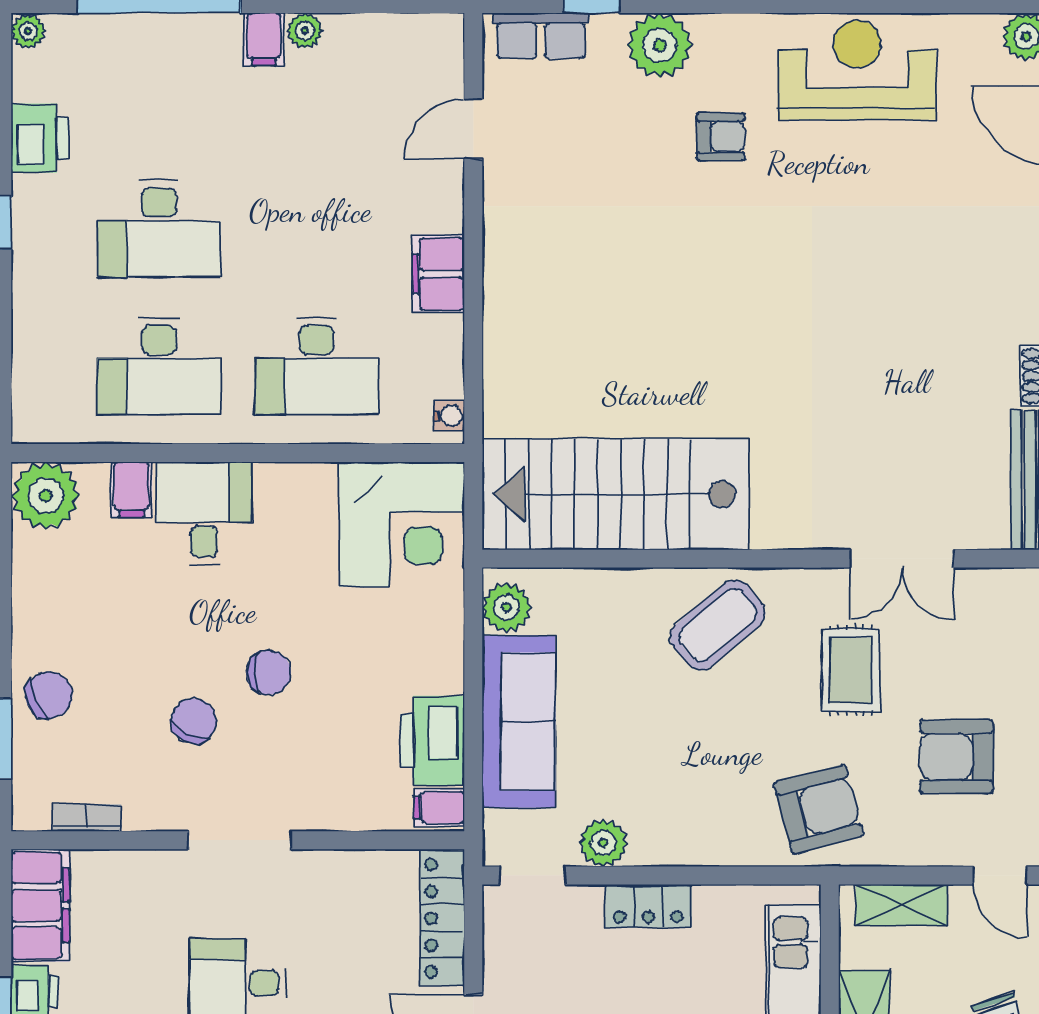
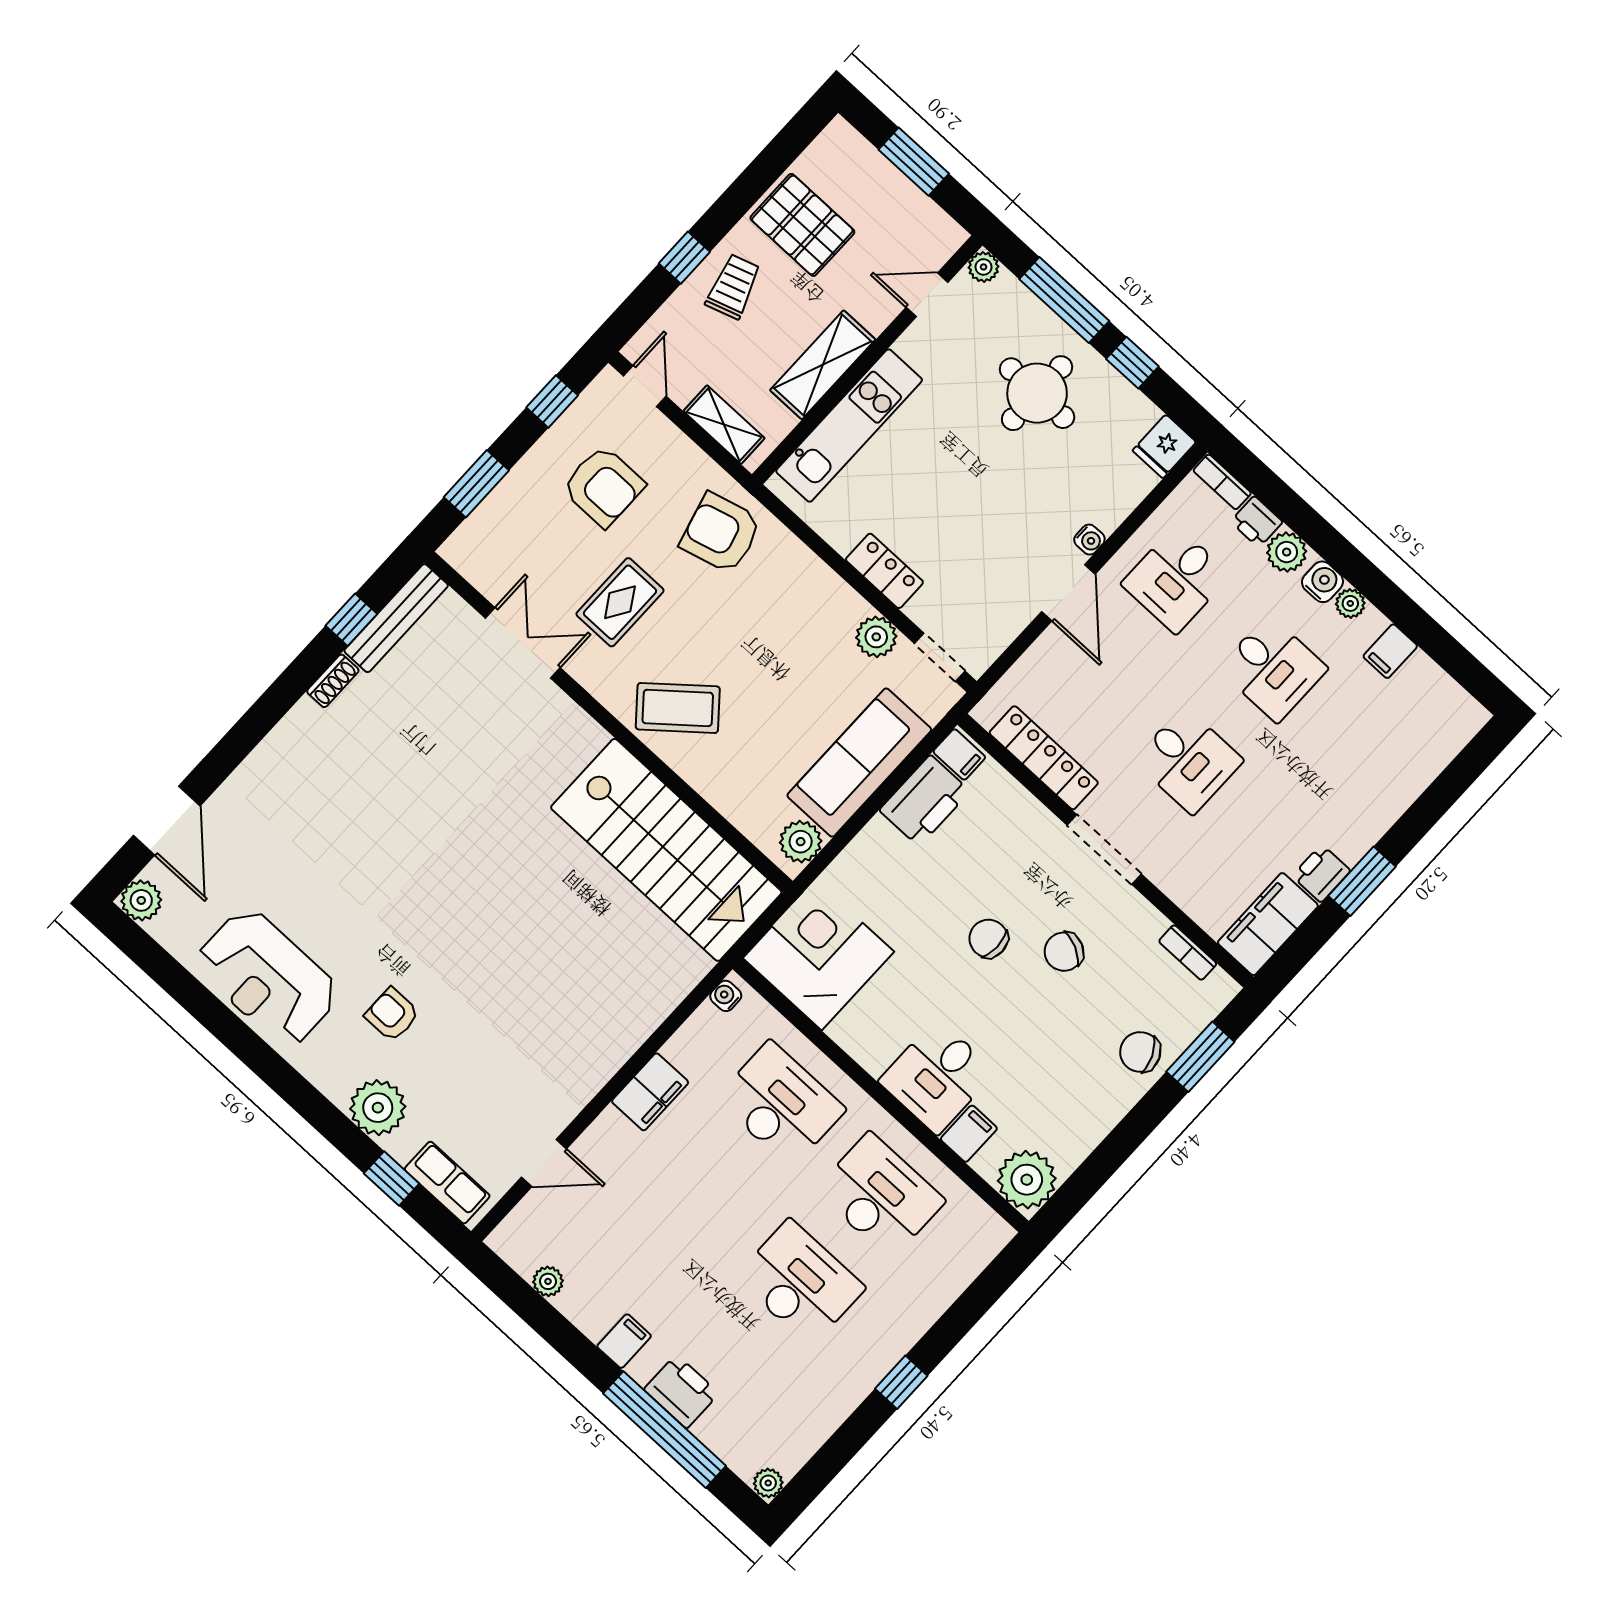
plant: (305, 30) -> (548, 1281), moved
printer: (40, 138) -> (681, 1391), moved, turned 90
locker: (442, 918) -> (1044, 758), moved, turned -90

